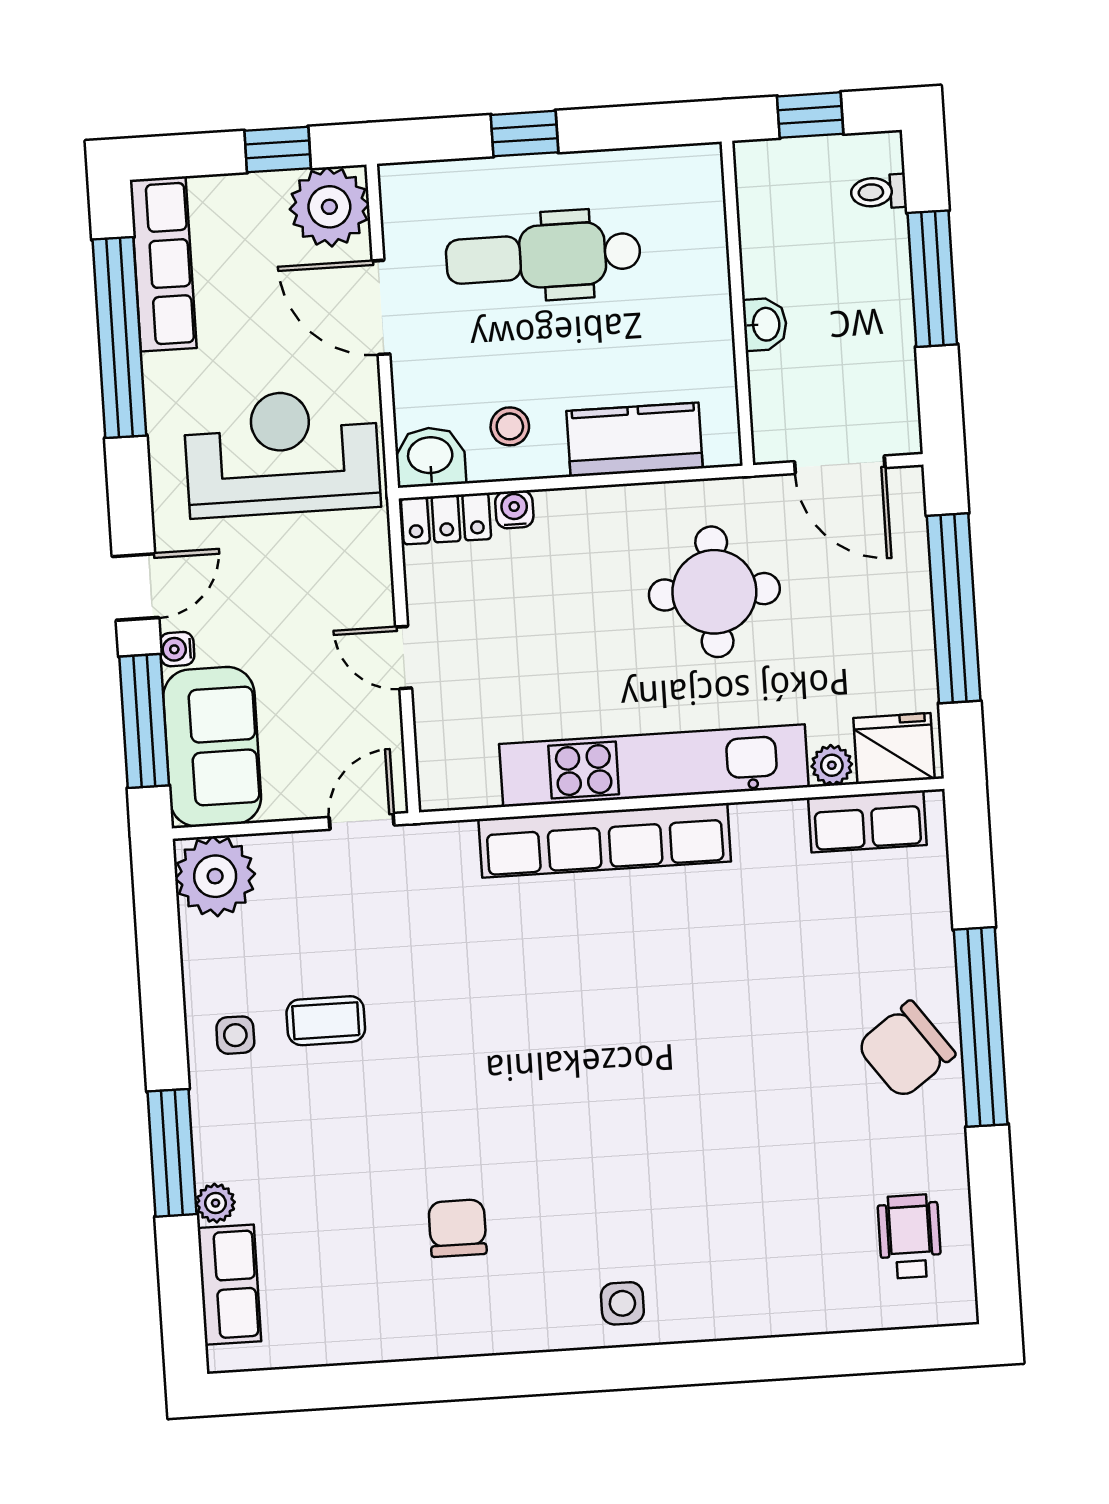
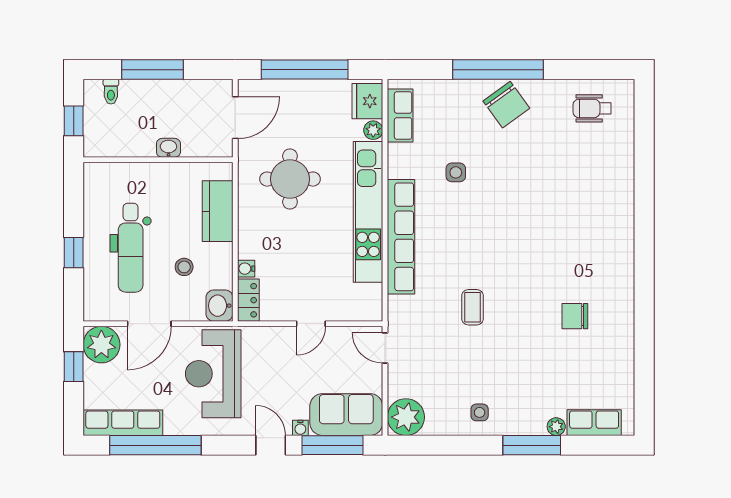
stool: (510, 426) -> (184, 267), moved
coffee table: (326, 1021) -> (473, 307), moved
side table: (622, 1303) -> (456, 172), moved

